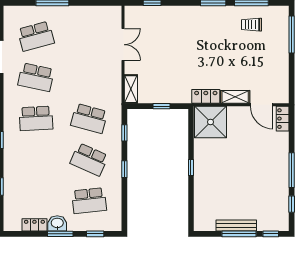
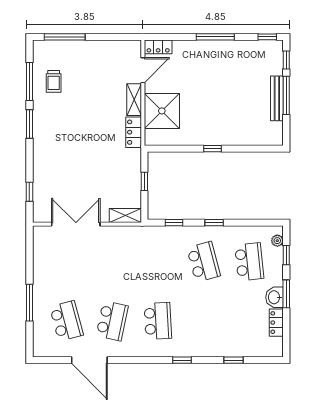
double door: (123, 45) -> (76, 224), width x1.37
school desk: (89, 118) -> (158, 262), removed
shower: (211, 122) -> (162, 111), moved
school desk: (89, 160) -> (204, 262), turned -39
window: (292, 204) -> (267, 37), moved
plant: (108, 226) -> (277, 241), added

